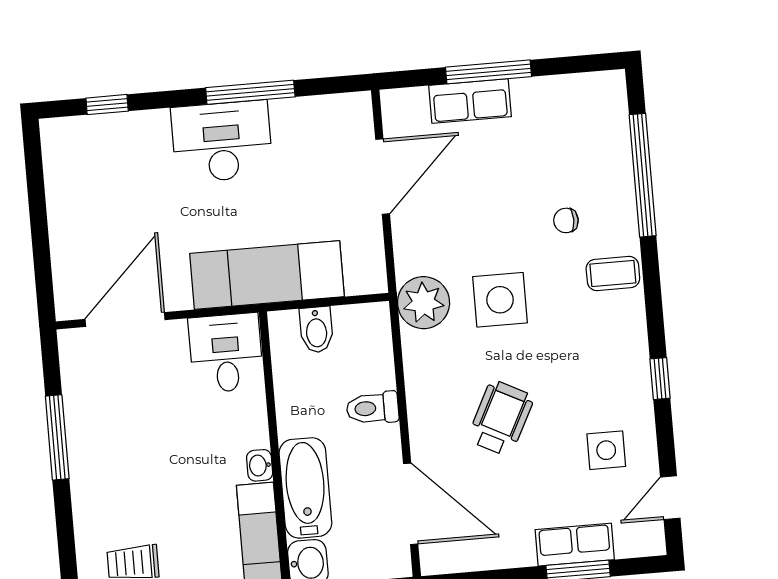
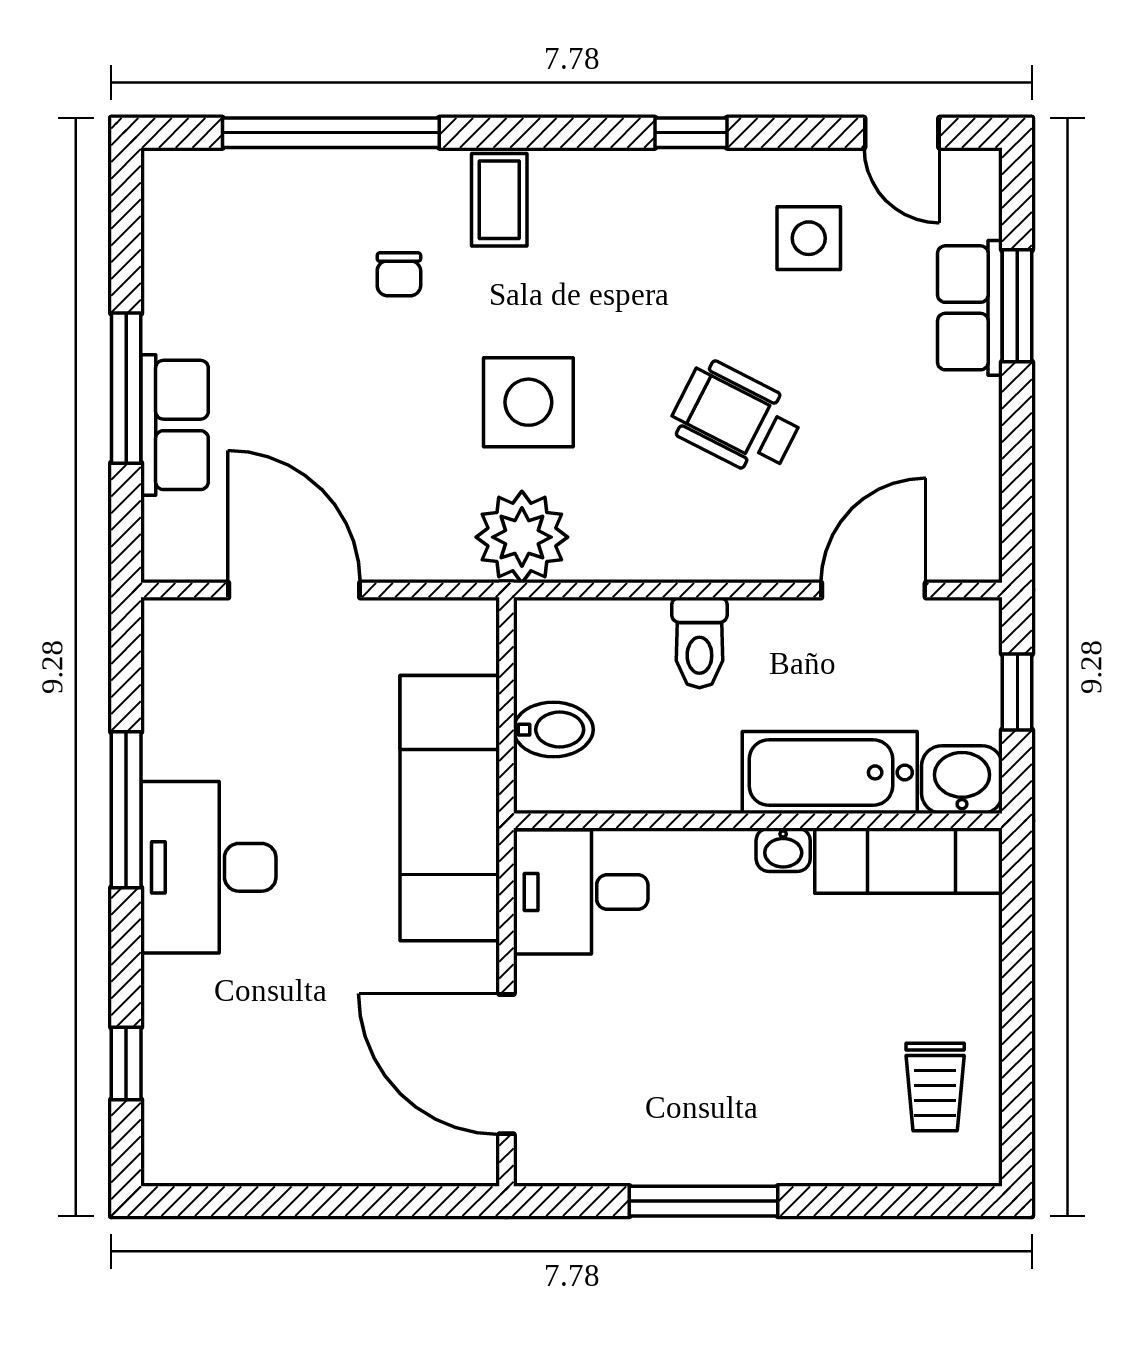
door: (411, 504) -> (873, 590), width x0.73

